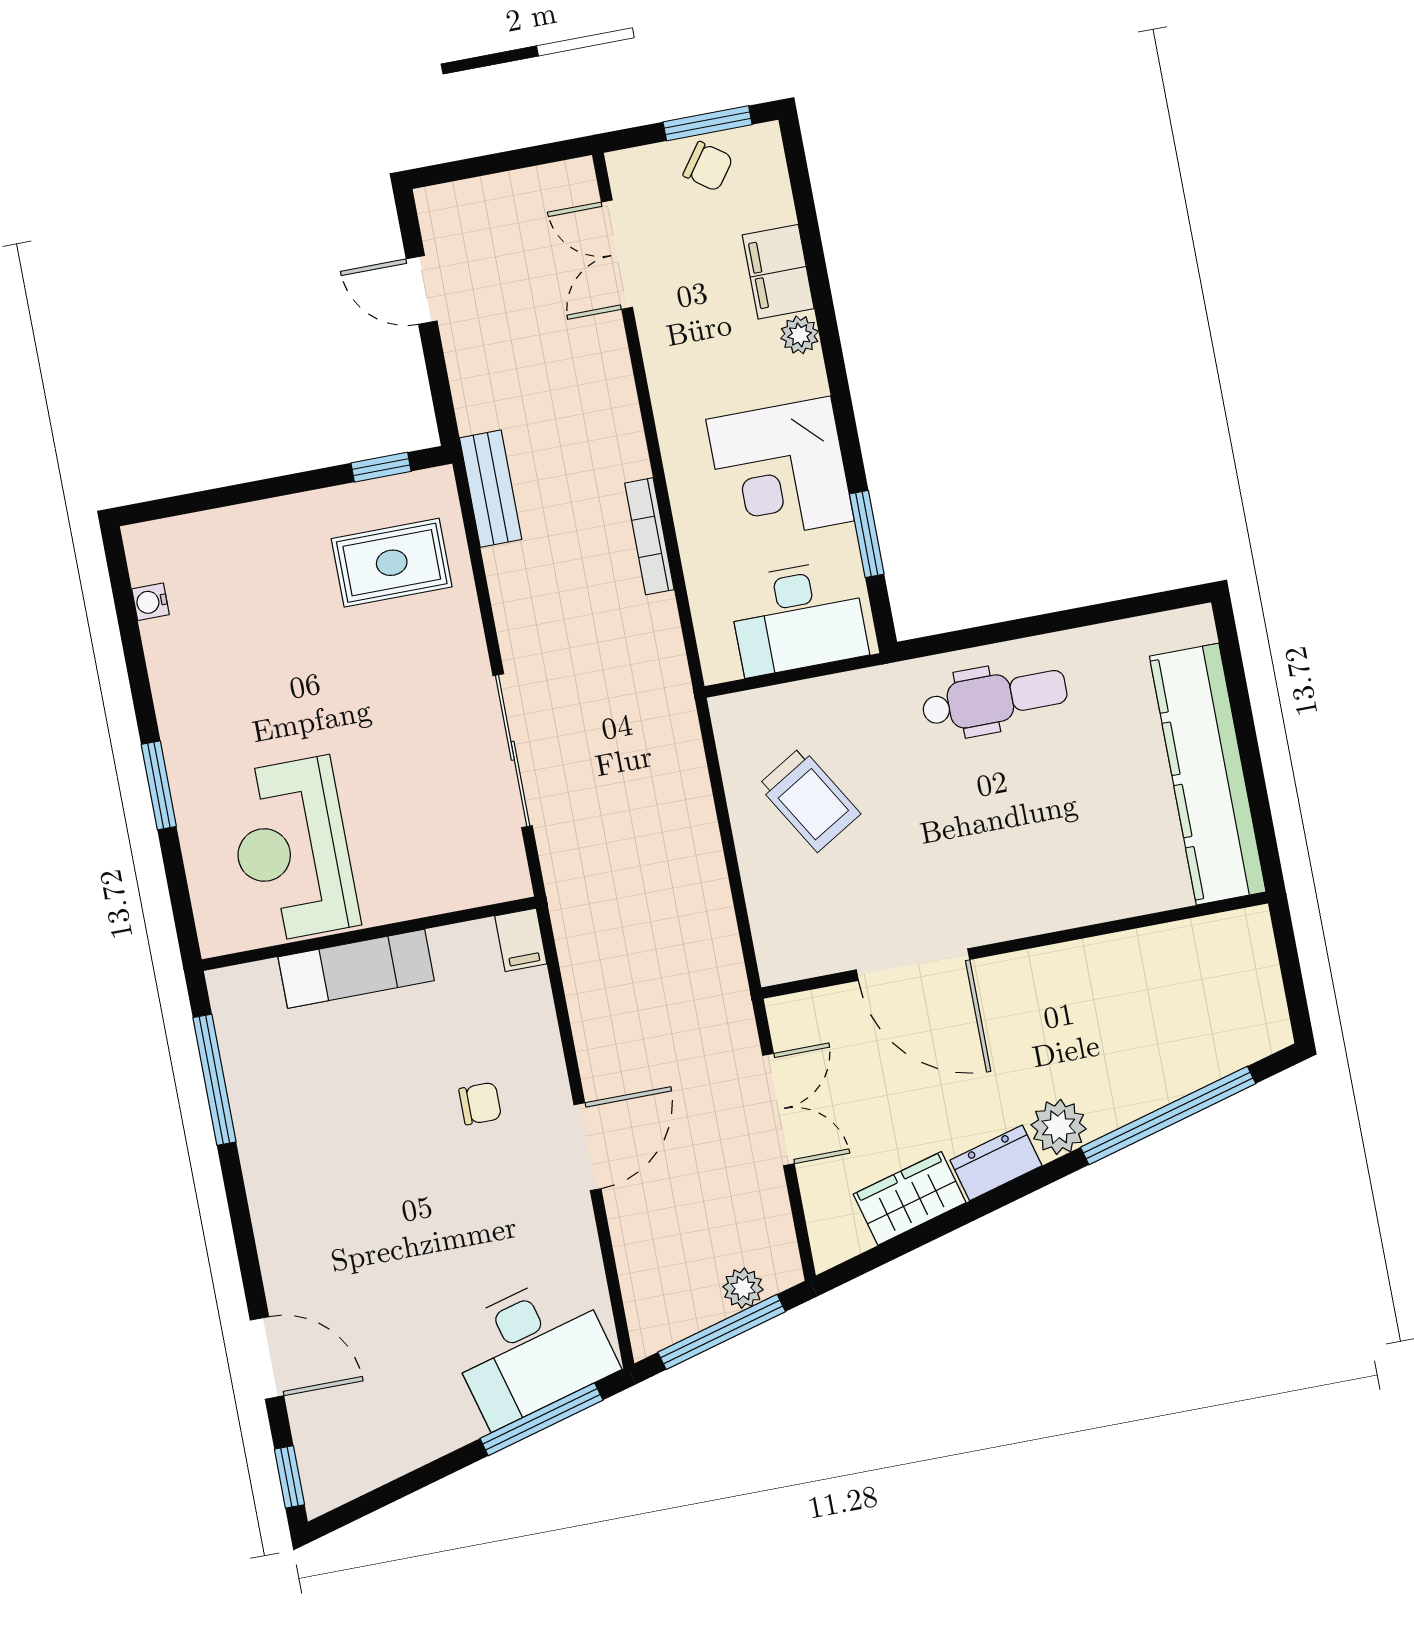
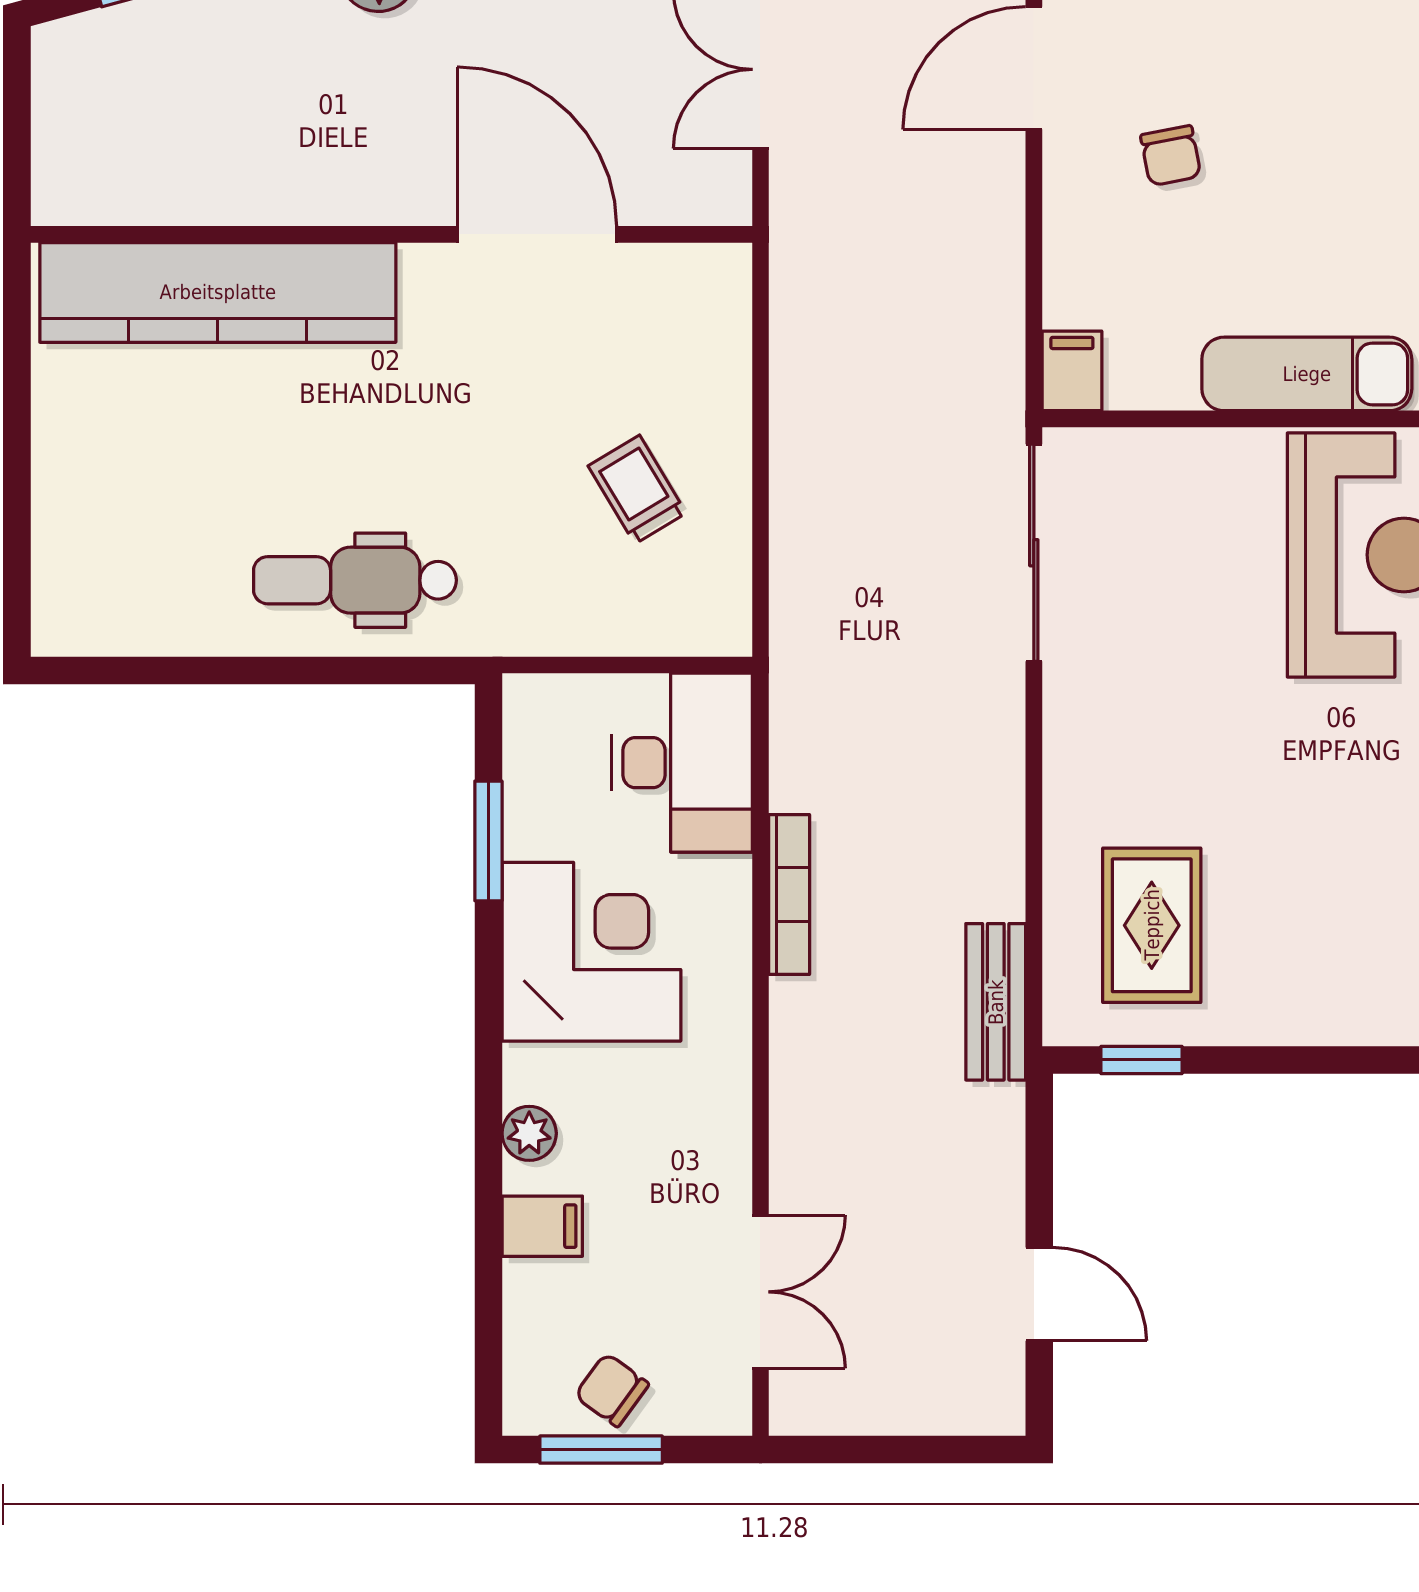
filing cabinet: (778, 272) -> (542, 1226), width x0.50
rug: (392, 563) -> (1152, 925), turned 90
desk: (798, 618) -> (682, 763), moved, turned 90
sliding door: (513, 751) -> (1034, 553), moved
kitchen counter: (1208, 774) -> (218, 292), moved, turned 90
trolley: (809, 799) -> (637, 489), width x0.73, depth x0.72
chair: (480, 1104) -> (1171, 156), turned -101

